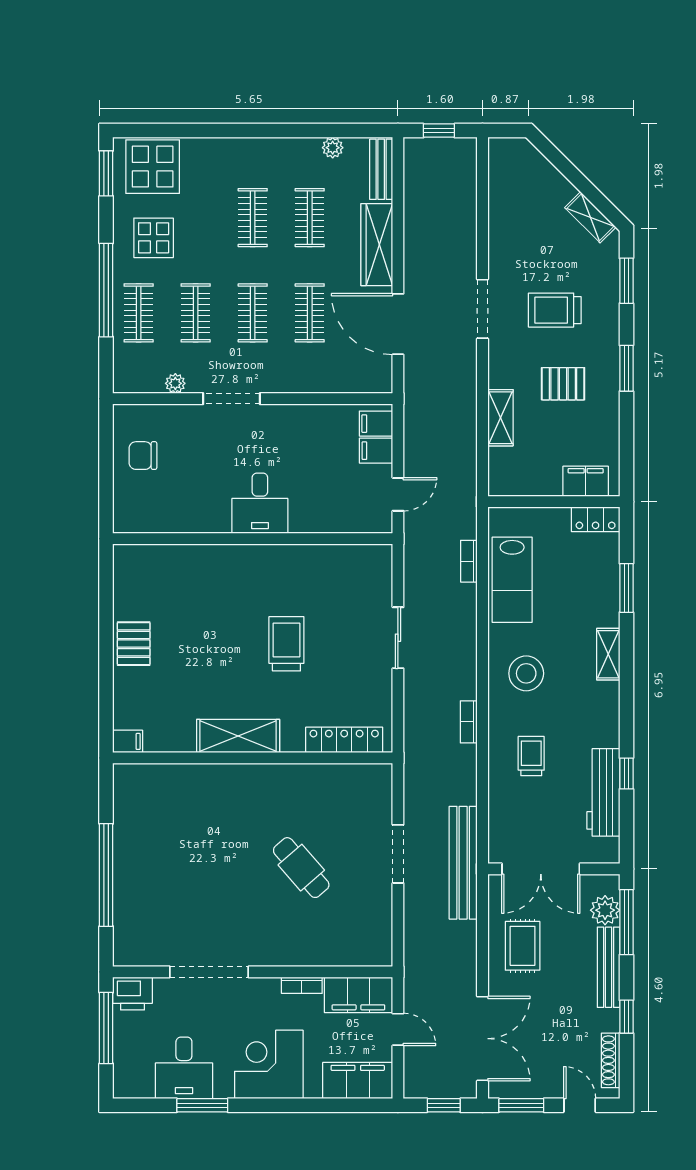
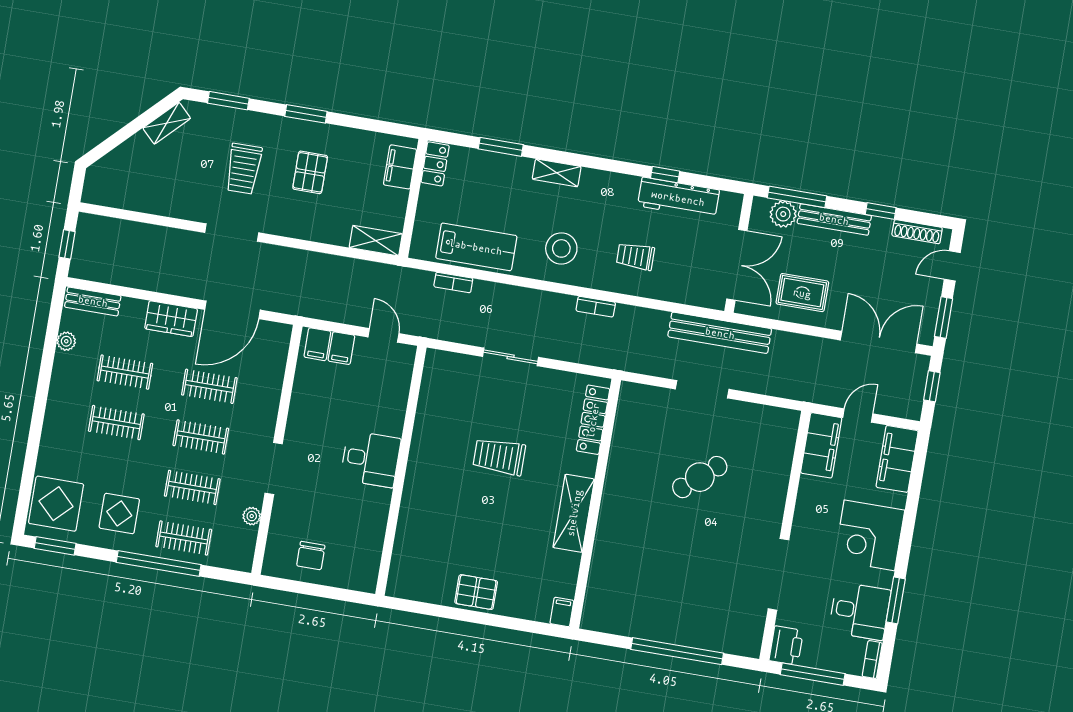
wardrobe: (377, 245) -> (171, 319), width x0.67
shelving: (500, 418) -> (376, 241), moved
bookcase: (302, 985) -> (872, 660), moved, turned 180

